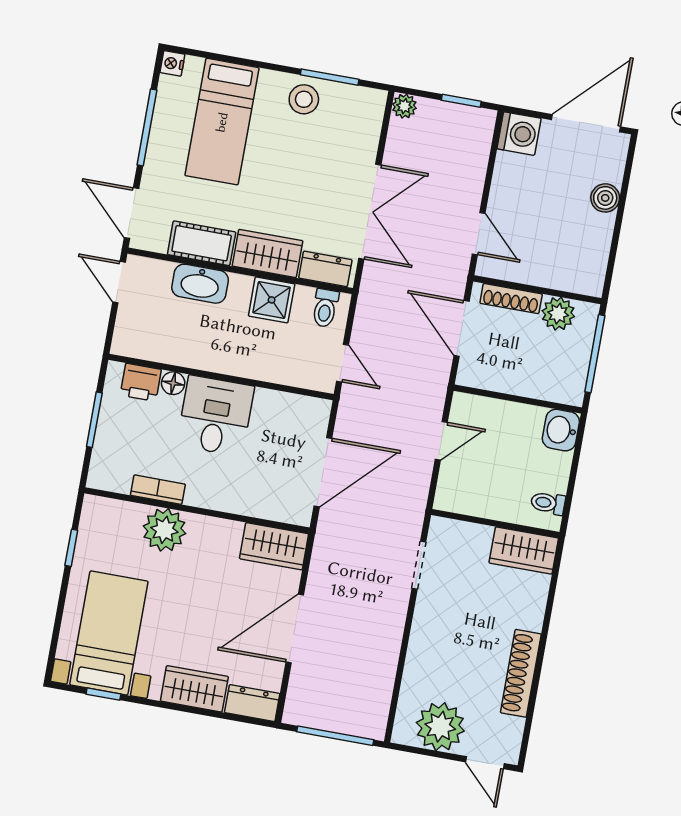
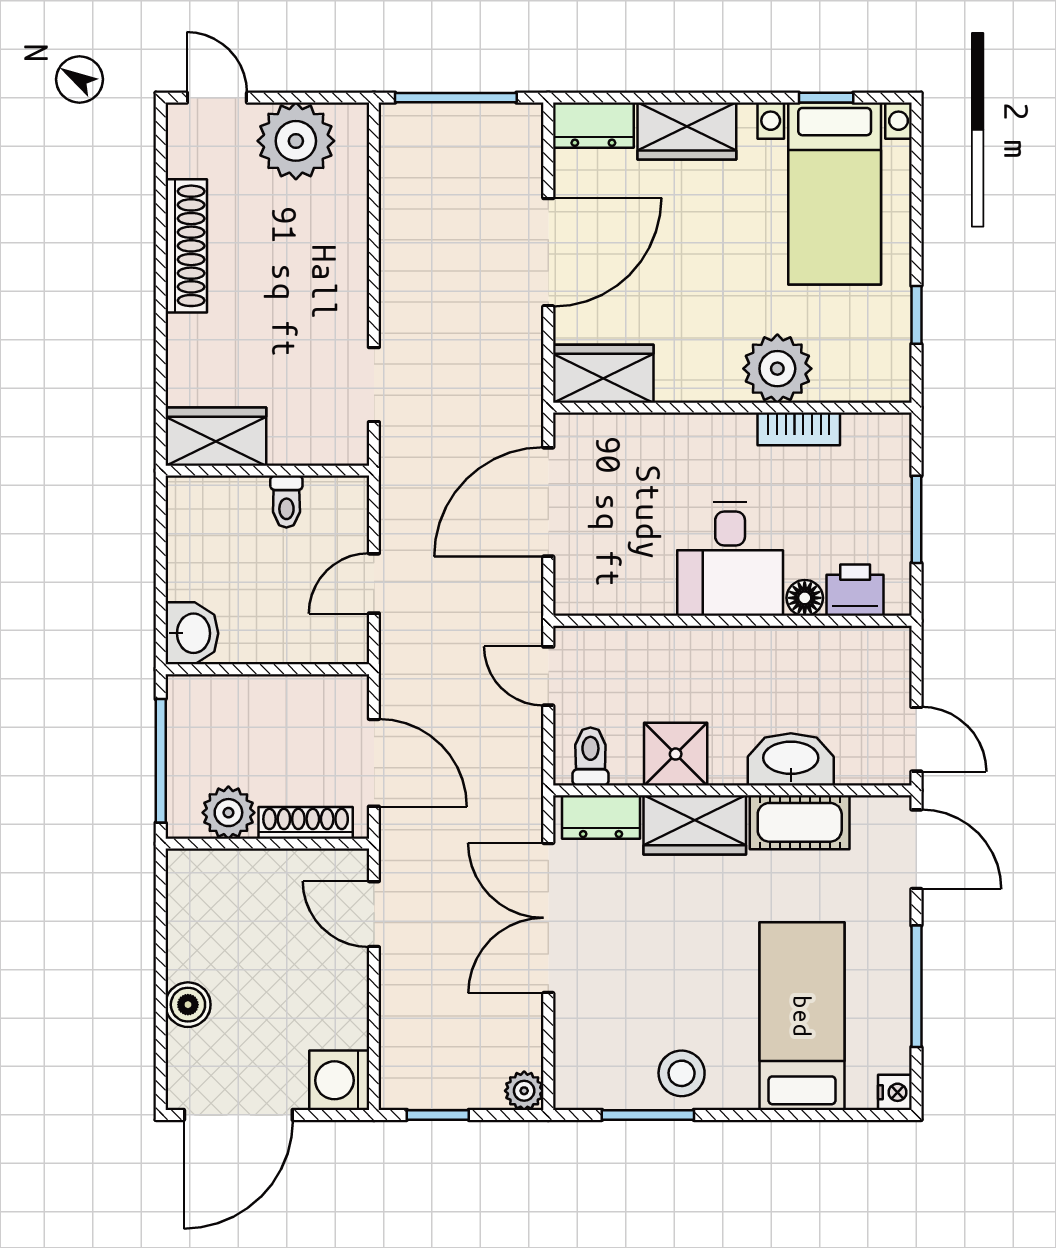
toilet: (548, 503) -> (286, 502), moved, turned 90

